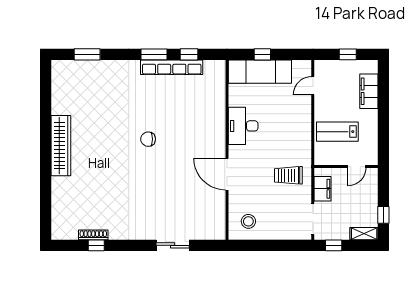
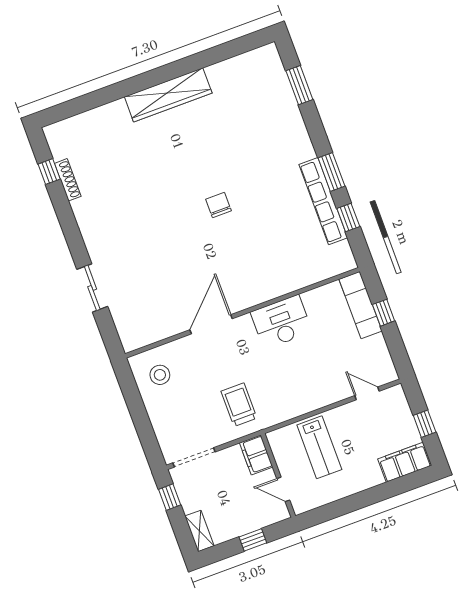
exam couch: (260, 72) -> (361, 305), width x0.73, depth x0.69
filing cabinet: (369, 91) -> (405, 462), moved
lab bench: (337, 132) -> (319, 447), turned 180
filing cabinet: (323, 189) -> (256, 455), moved, turned 90
window: (383, 215) -> (253, 540), moved
window: (96, 245) -> (49, 172), moved

